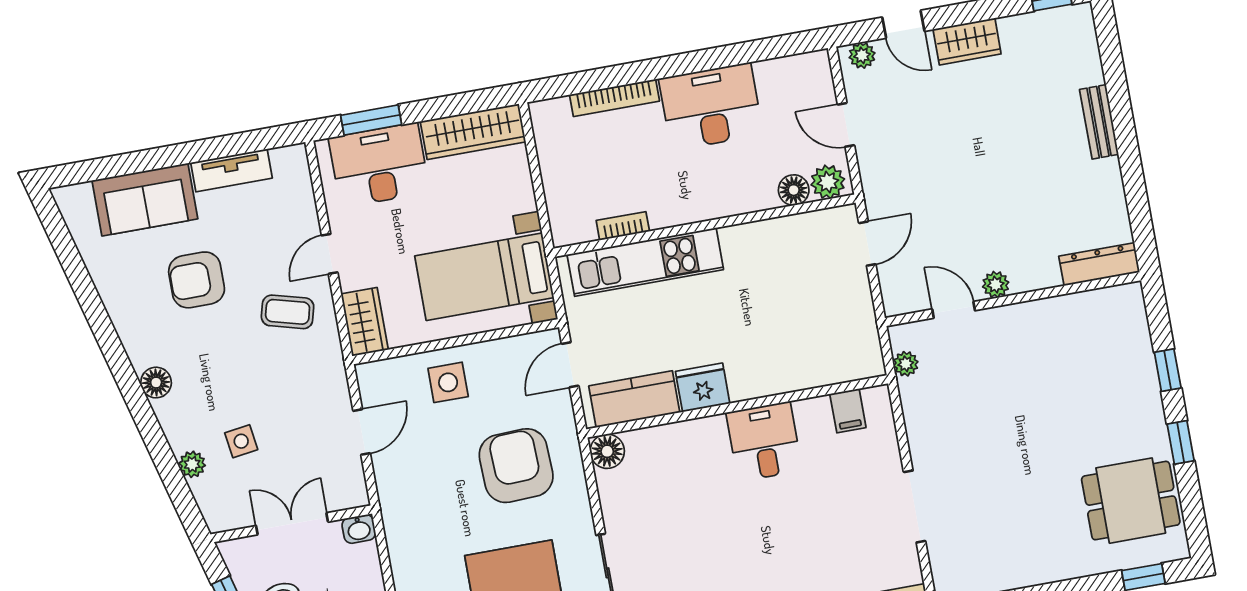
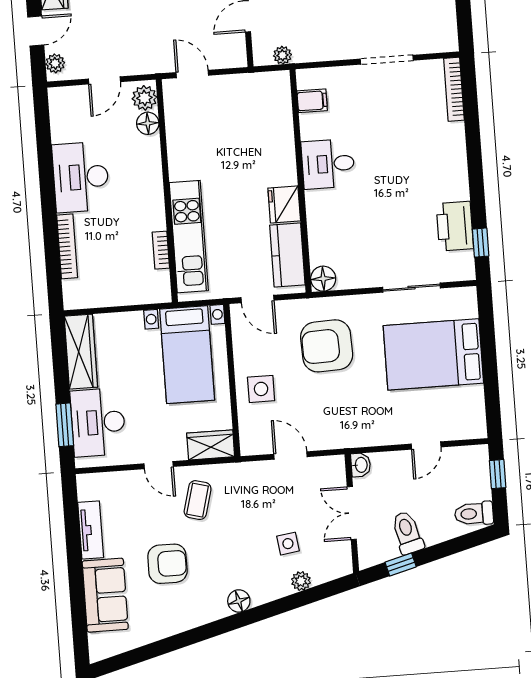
armchair: (197, 280) -> (167, 564), turned -90

